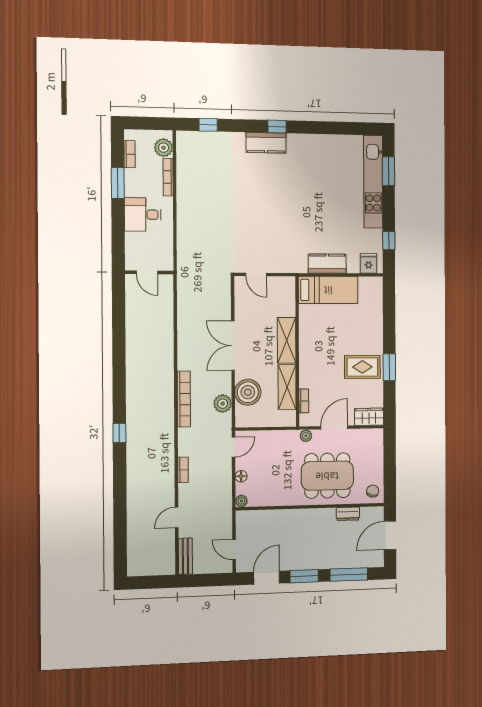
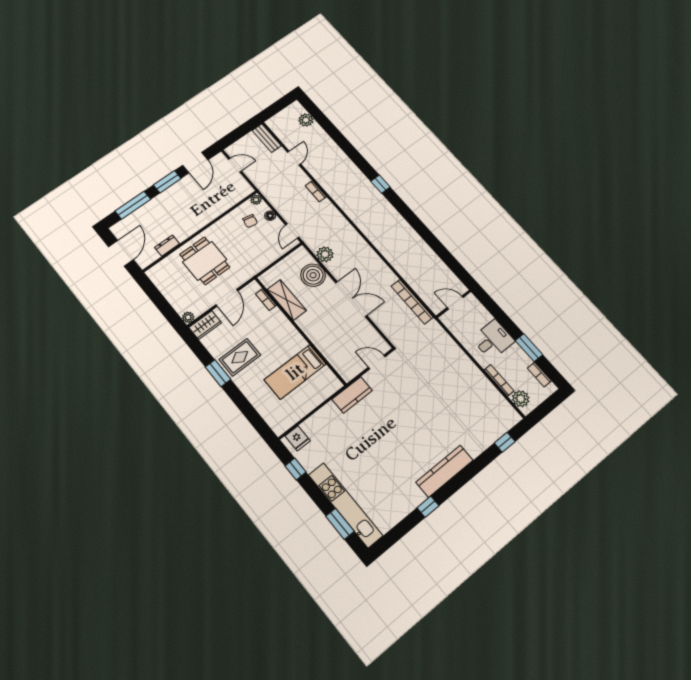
window: (277, 127) -> (428, 507), moved
kitchen counter: (266, 143) -> (445, 471), width x1.50
kitchen counter: (327, 264) -> (352, 395), moved
bed: (328, 290) -> (295, 372), moved
shelving: (287, 340) -> (315, 333), removed
bookcase: (184, 399) -> (412, 302), moved
plant: (306, 436) -> (188, 317), moved
dining table: (327, 476) -> (205, 261), width x0.73
chair: (373, 491) -> (250, 221), moved
plant: (135, 549) -> (306, 120), added

